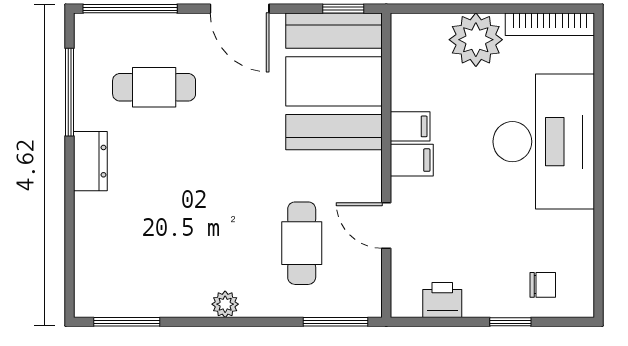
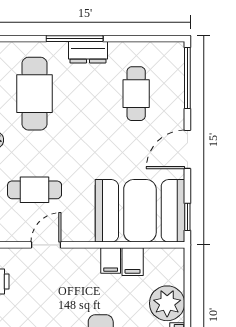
window: (70, 92) -> (75, 39), moved
filing cabinet: (412, 160) -> (133, 262), moved
cafe table: (154, 243) -> (35, 94), added

